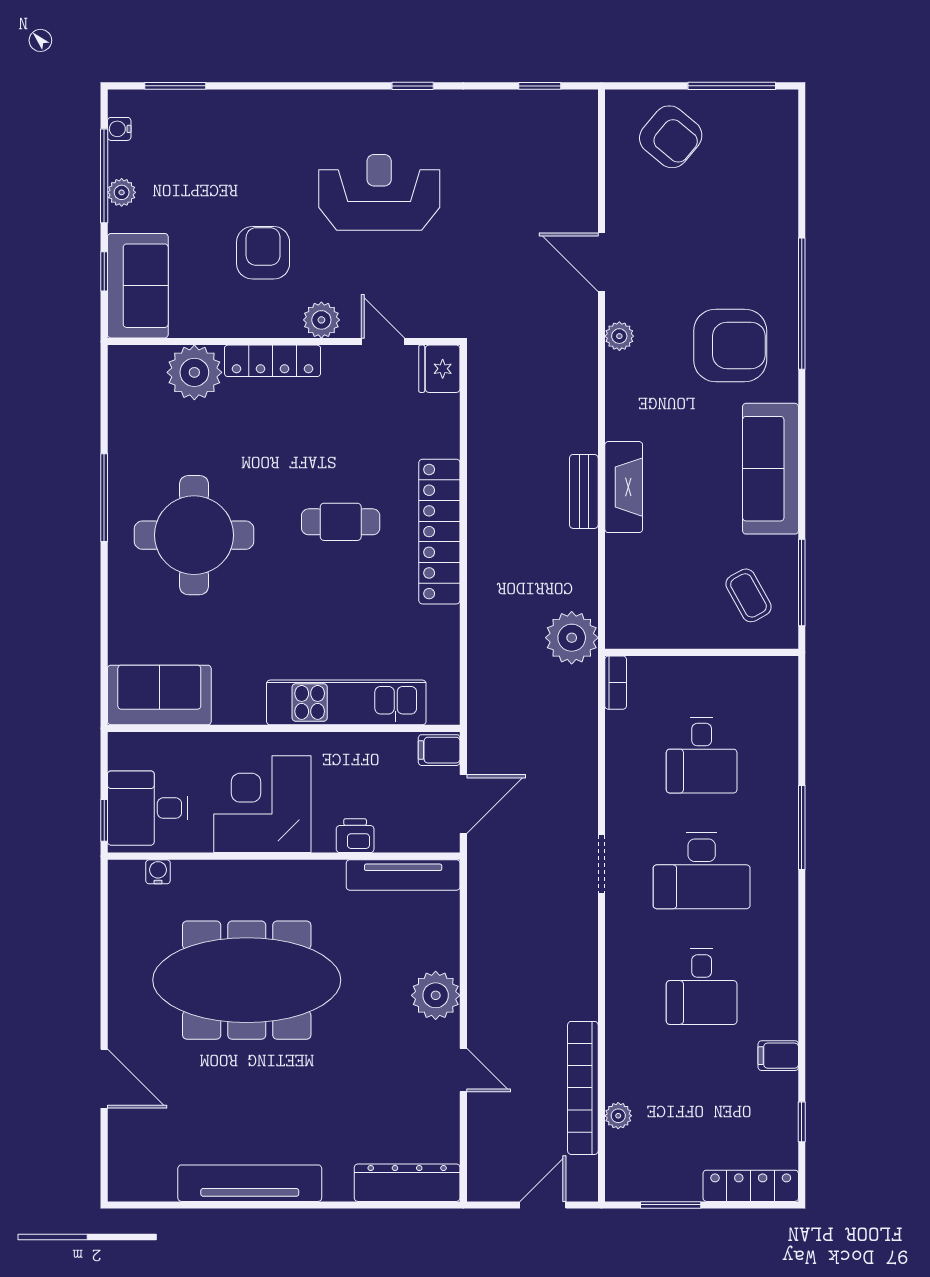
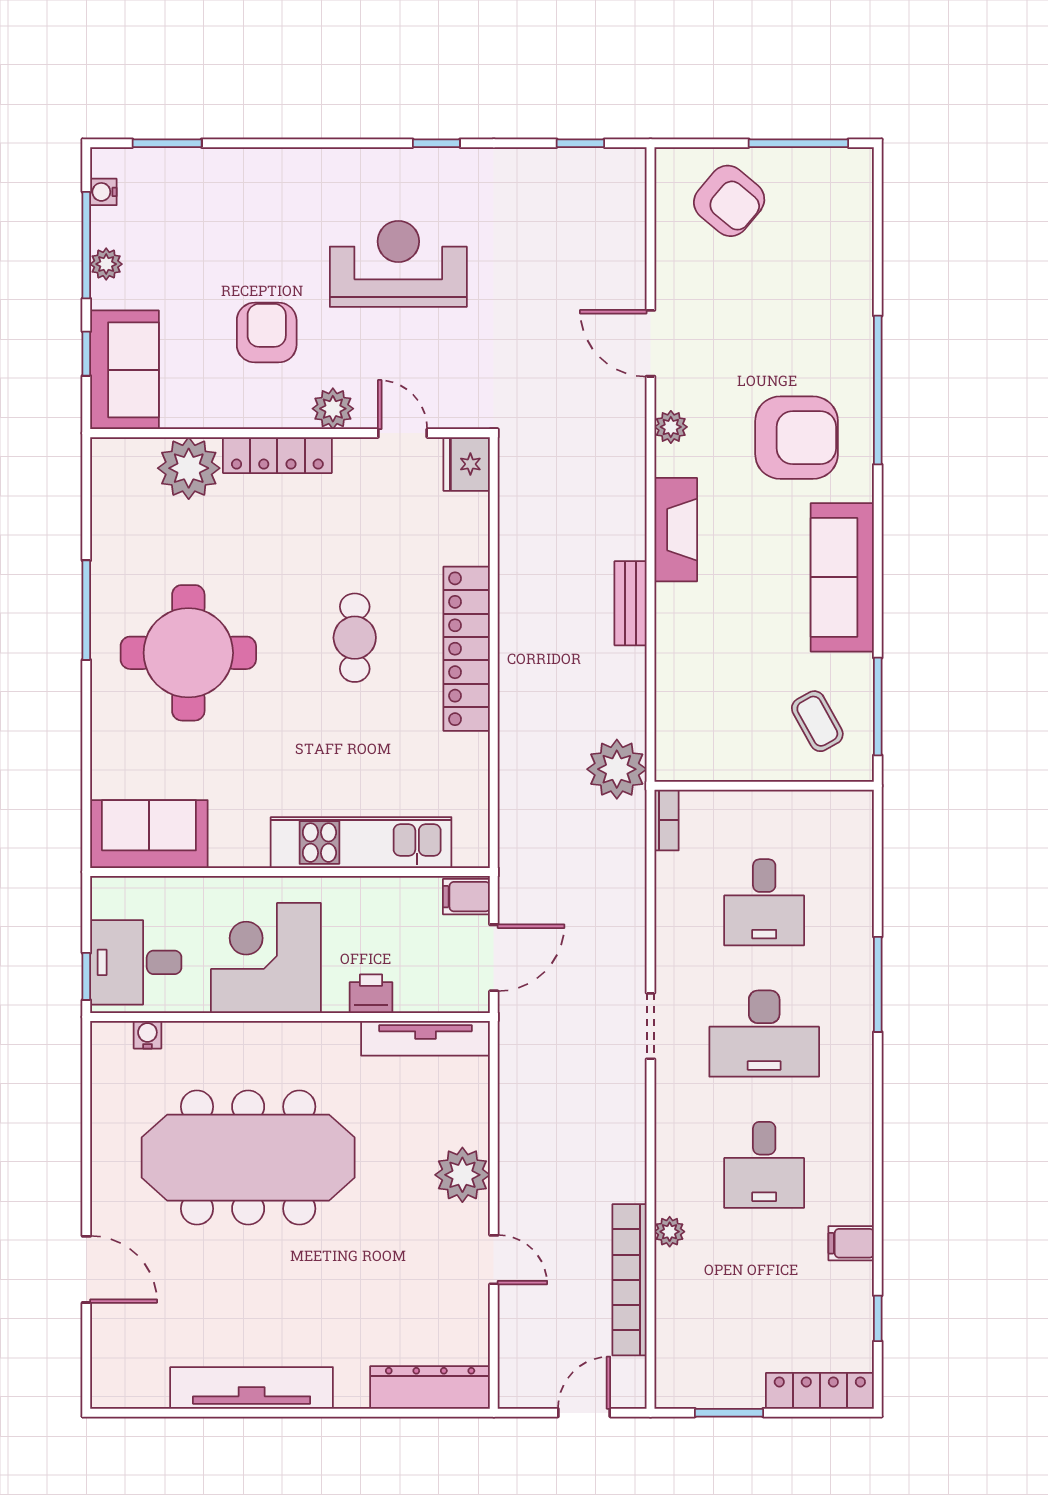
fireplace: (624, 487) -> (676, 530), moved
cafe table: (341, 522) -> (355, 638), turned 90
plant: (618, 1116) -> (670, 1232), moved

